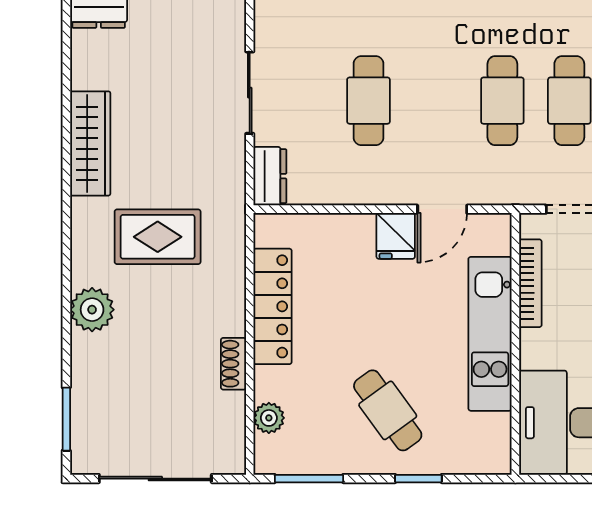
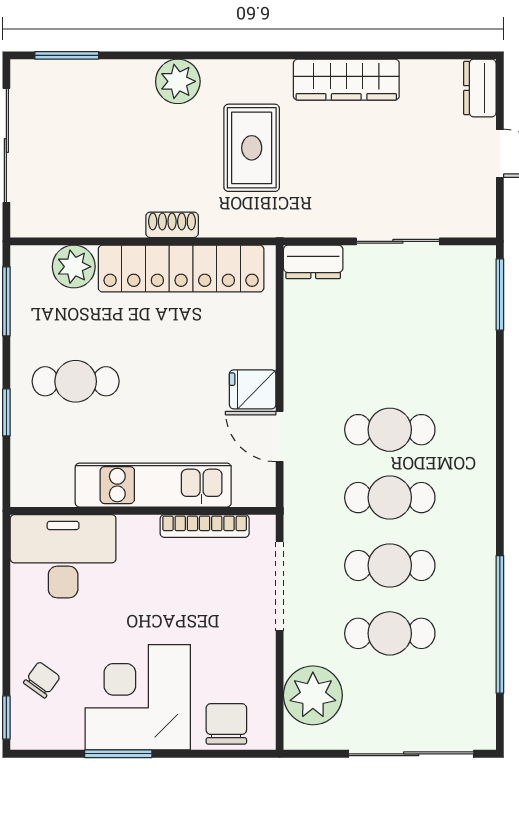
cafe table: (368, 101) -> (390, 430), moved
locker: (273, 306) -> (181, 269), width x1.41, depth x1.21
shoe rack: (233, 364) -> (172, 225), moved
cafe table: (388, 410) -> (76, 381), turned 36
plant: (269, 418) -> (74, 267), width x1.38, depth x1.38

